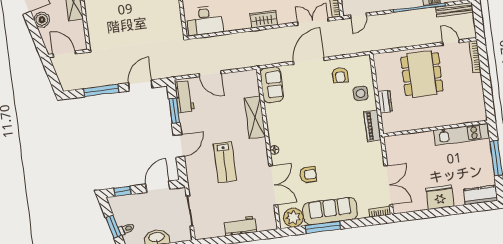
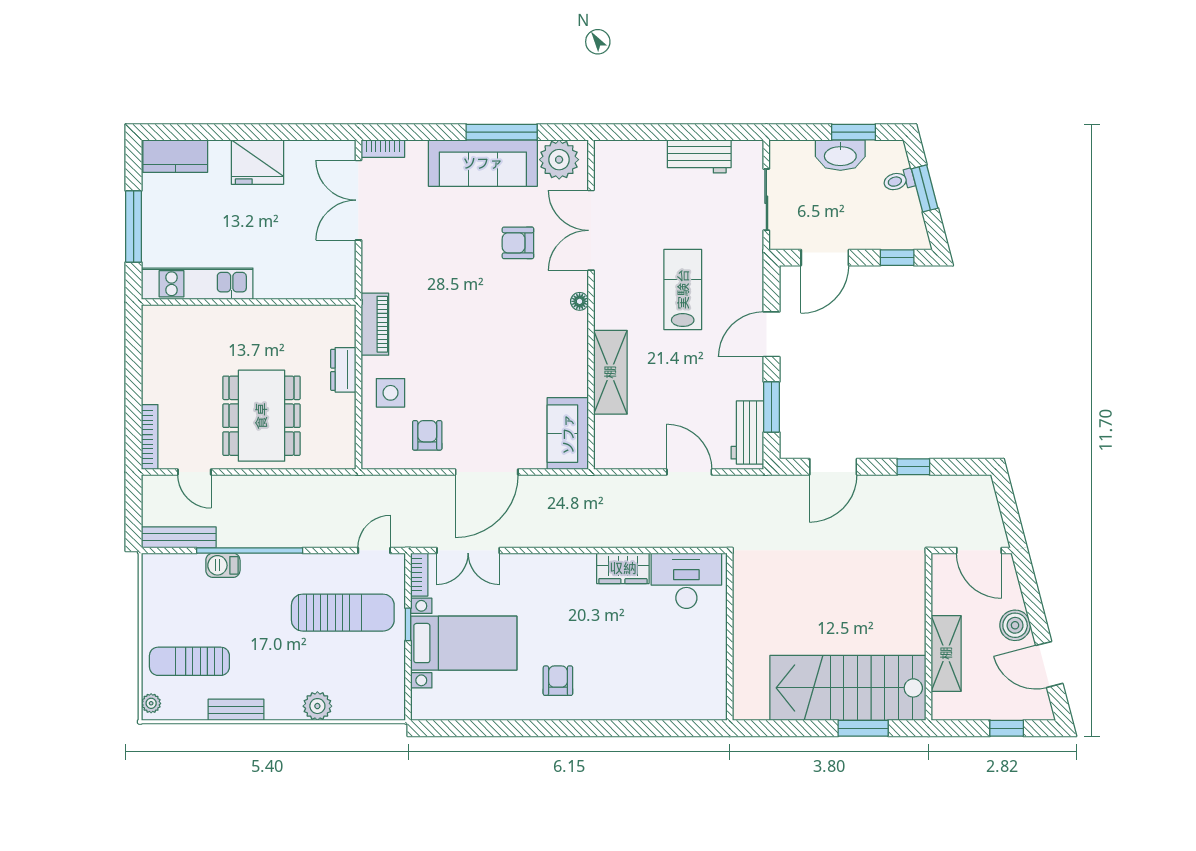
wardrobe: (264, 19) -> (623, 568), moved
window: (101, 90) -> (913, 467), width x0.46
workbench: (240, 226) -> (699, 156), moved

